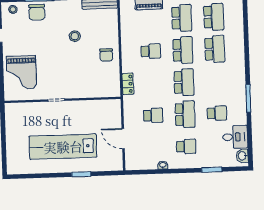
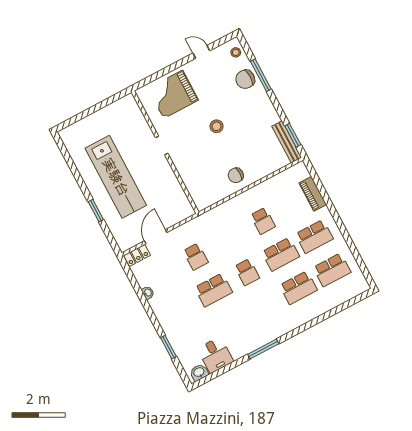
stool: (75, 36) -> (217, 126), moved
school desk: (184, 82) -> (247, 272), width x0.54
locker: (128, 84) -> (137, 255), moved
school desk: (217, 113) -> (231, 323), removed
school desk: (186, 146) -> (180, 308), removed
lab bench: (63, 147) -> (116, 177), turned 180

